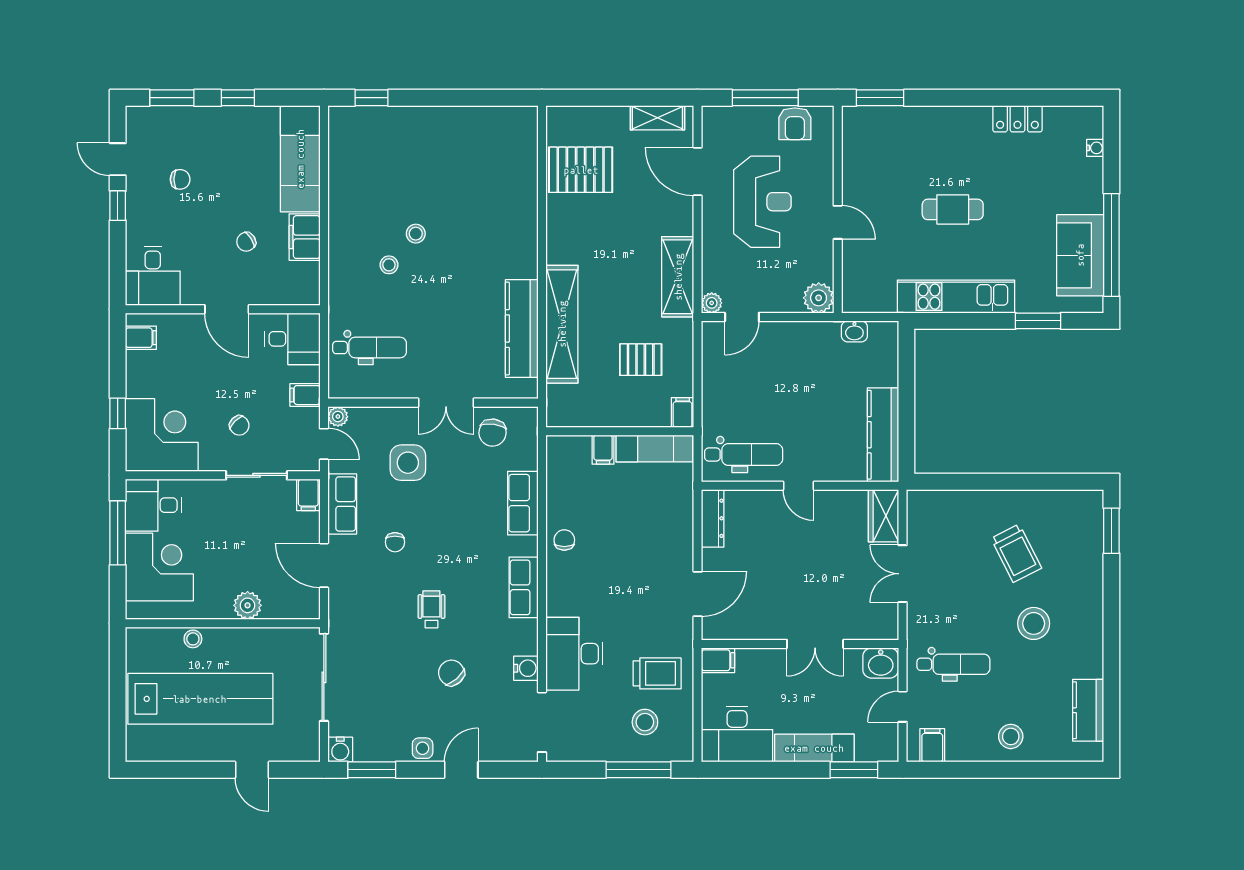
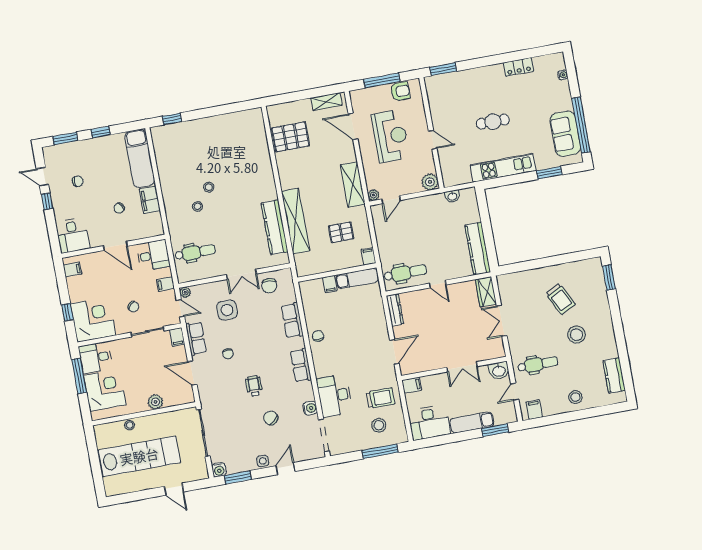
armchair: (795, 124) -> (400, 91), turned -90

